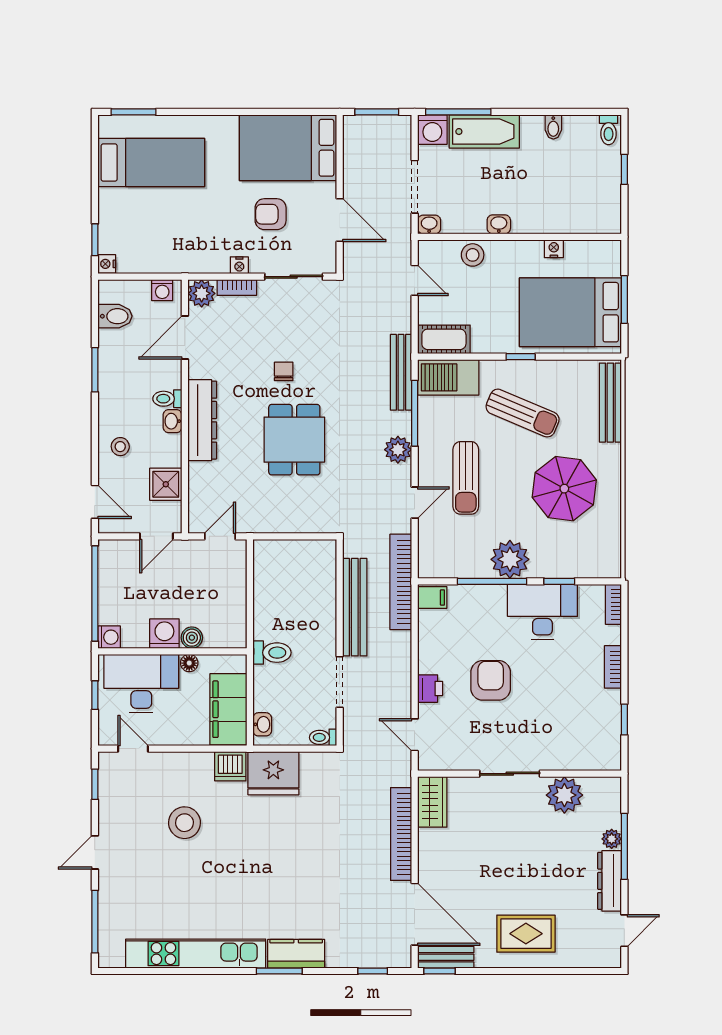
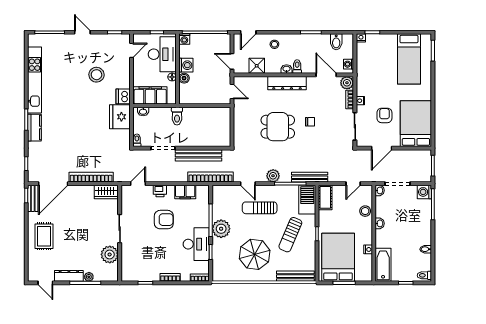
bathtub: (484, 132) -> (383, 265), moved, turned 180
filing cabinet: (432, 597) -> (185, 192), moved, width x2.00

